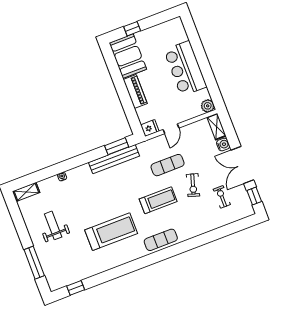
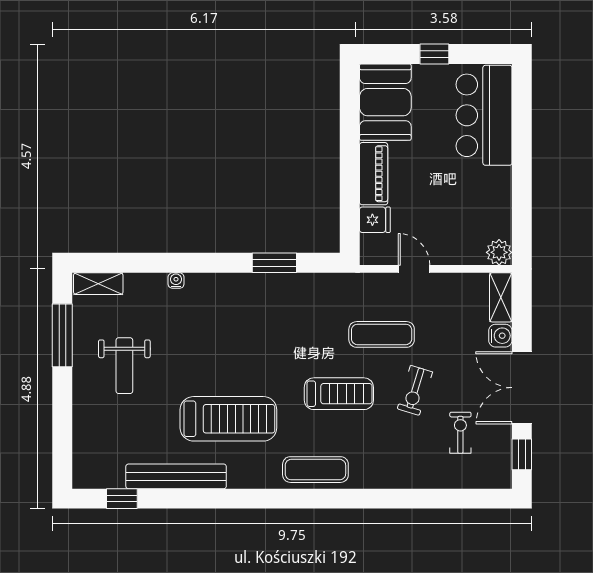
window: (132, 29) -> (434, 54), moved
bar counter: (185, 68) -> (484, 115), moved
fridge: (150, 128) -> (375, 220), moved
door: (171, 129) -> (414, 269), swing flipped
window: (117, 146) -> (274, 263), moved
bench: (114, 159) -> (176, 476), moved
weight bench: (53, 225) -> (124, 366), turned 180
window: (34, 263) -> (62, 335), moved

